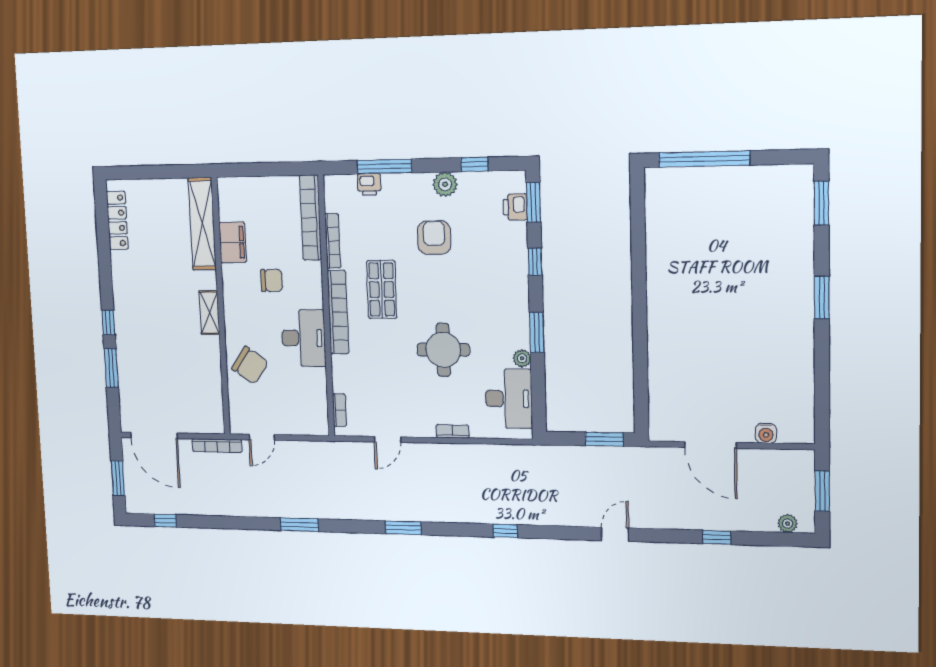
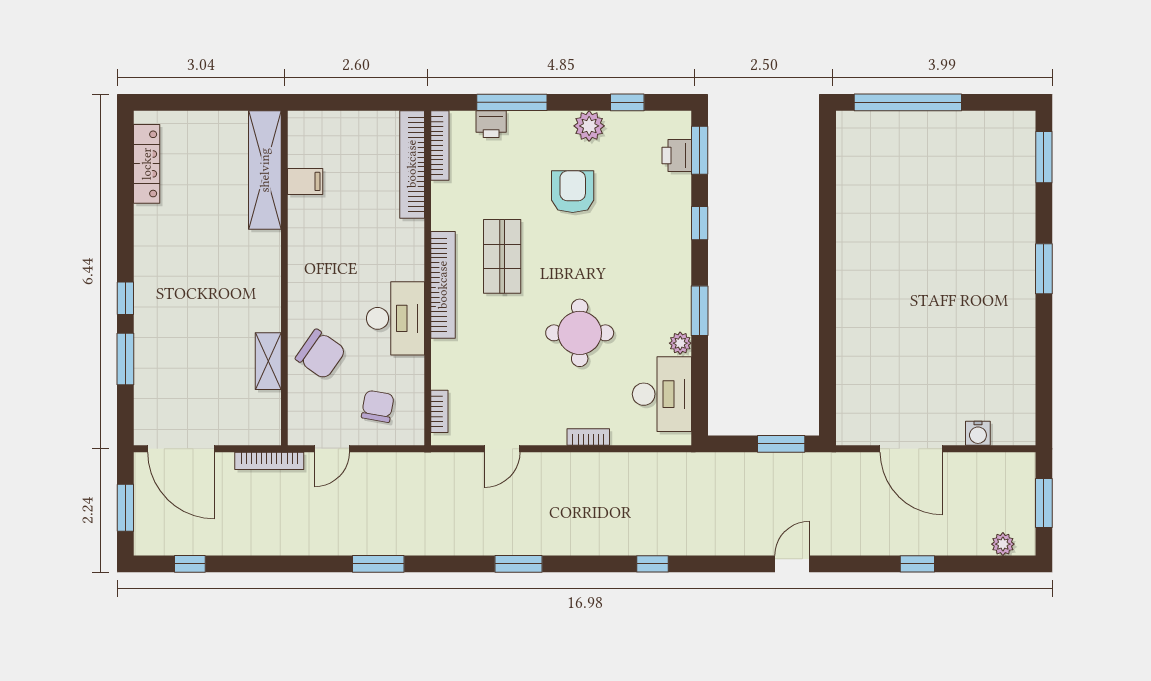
bookcase: (333, 241) -> (440, 145), moved
filing cabinet: (233, 242) -> (305, 181), width x0.50
chair: (272, 280) -> (378, 406), moved, turned -80
shelving: (209, 313) -> (268, 361), moved

